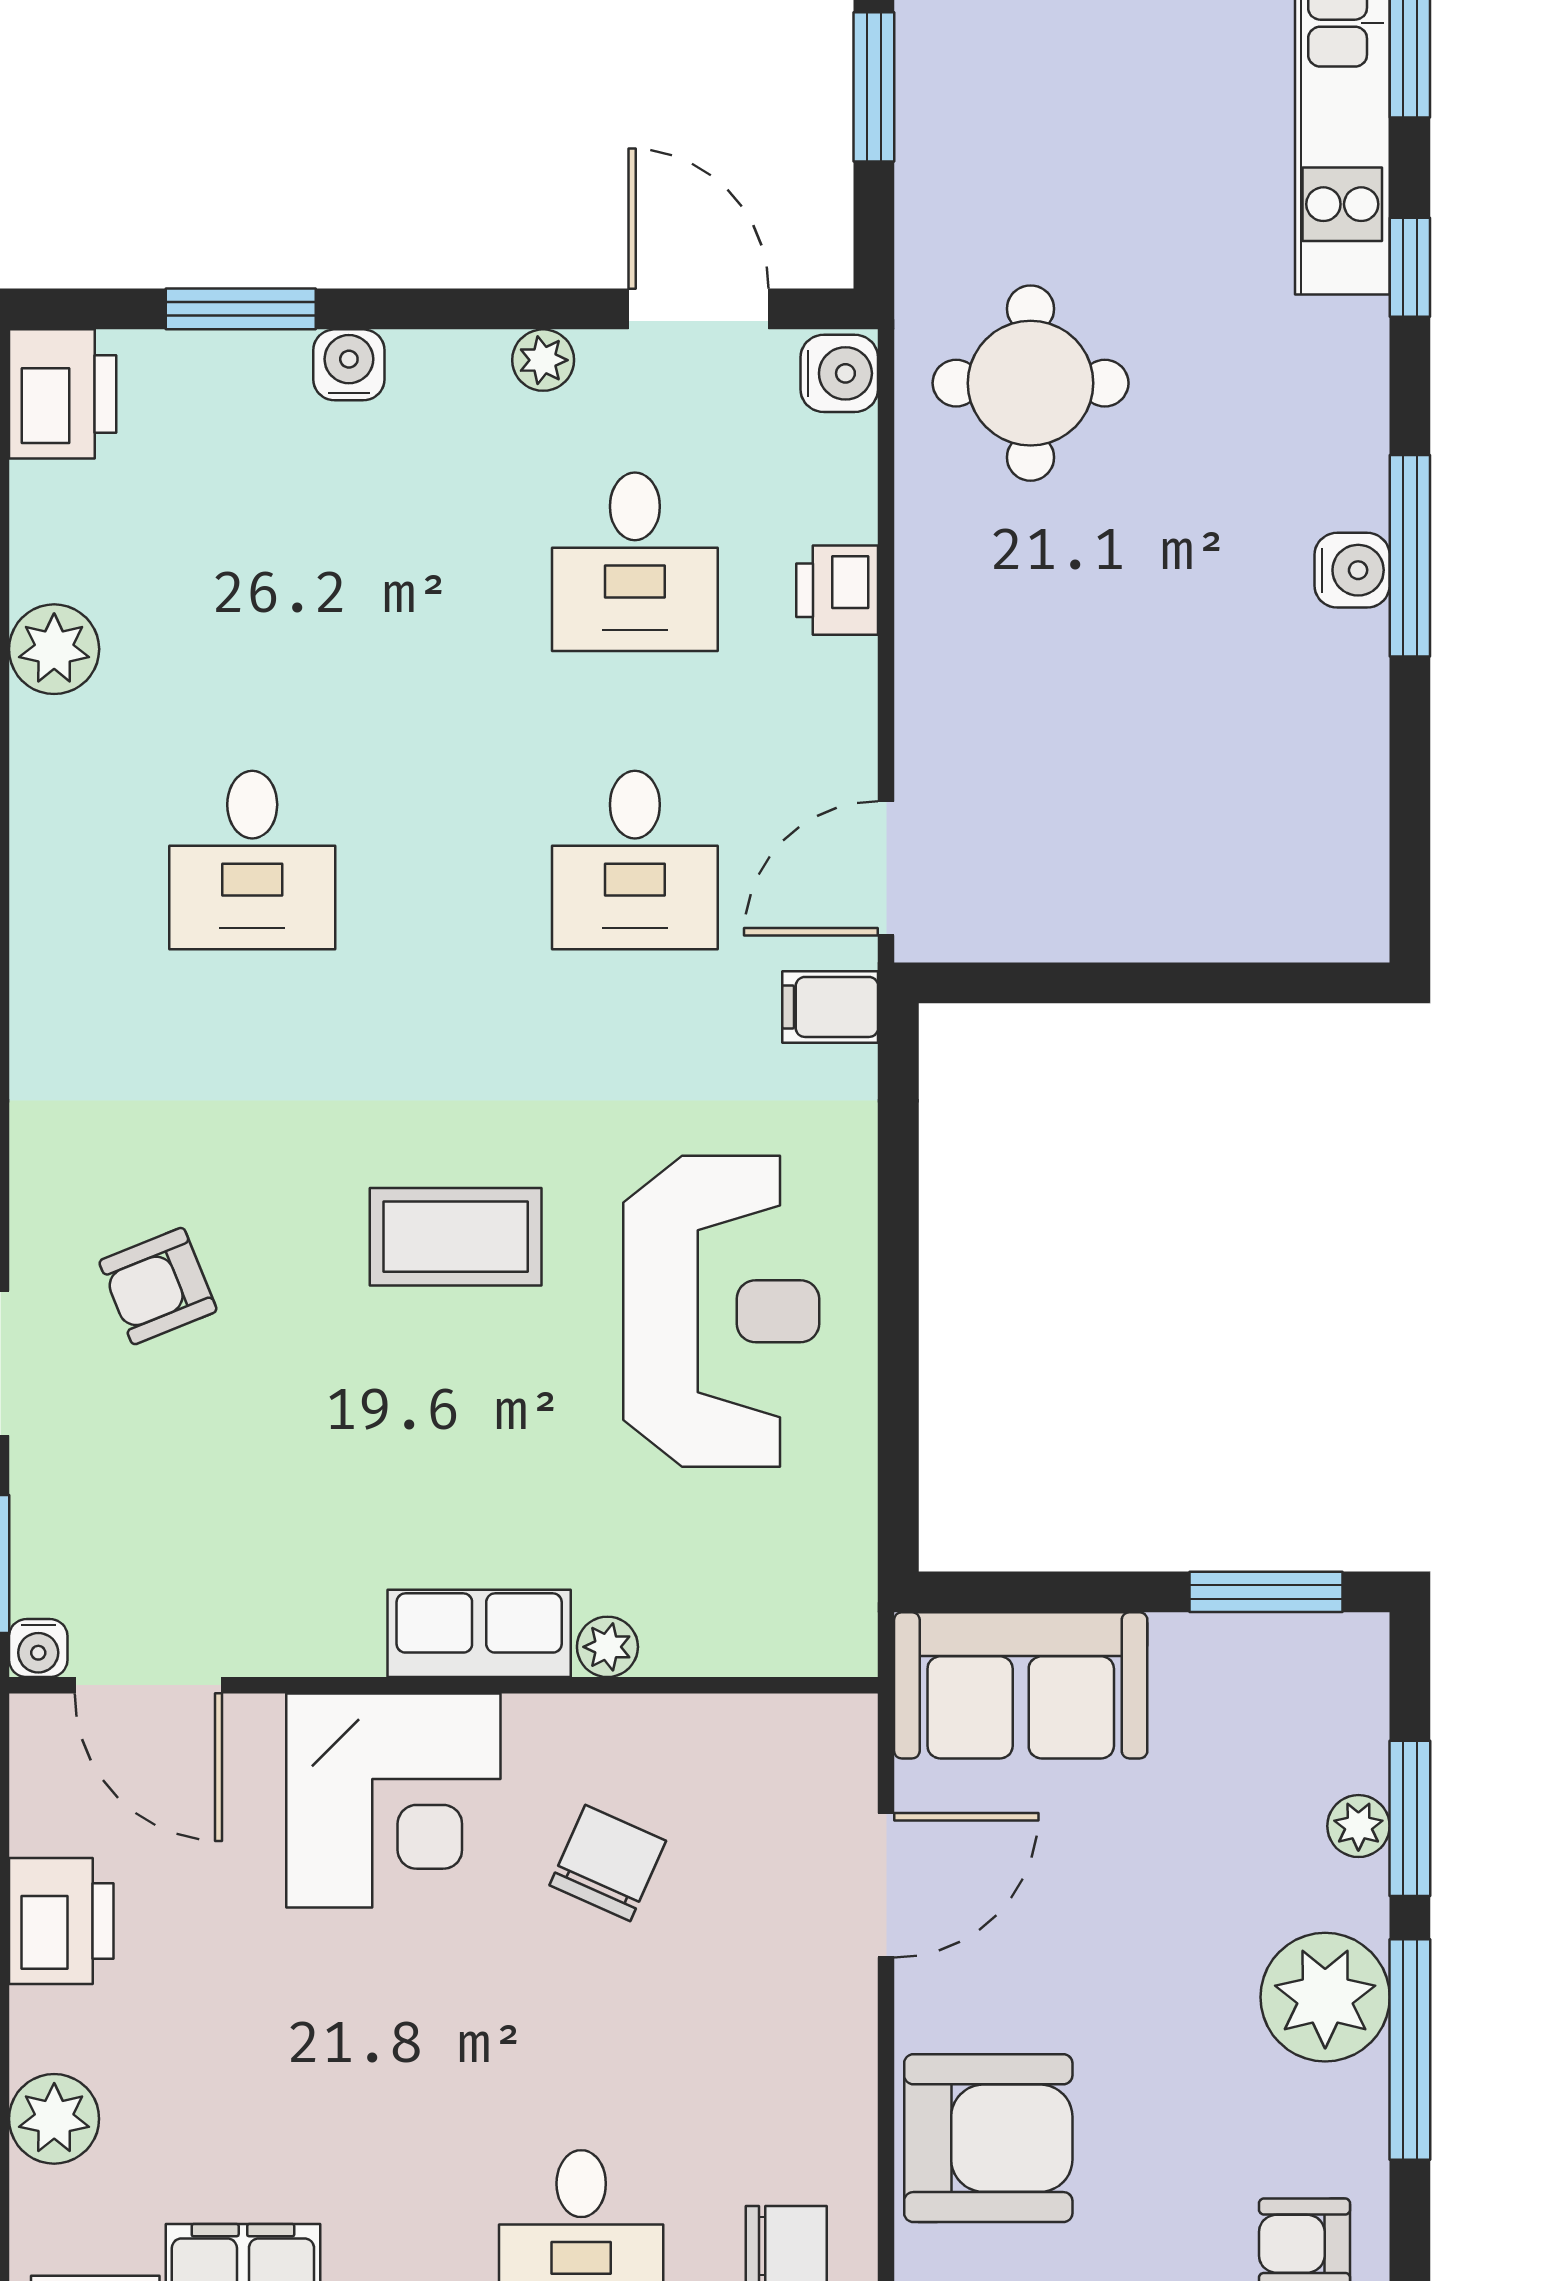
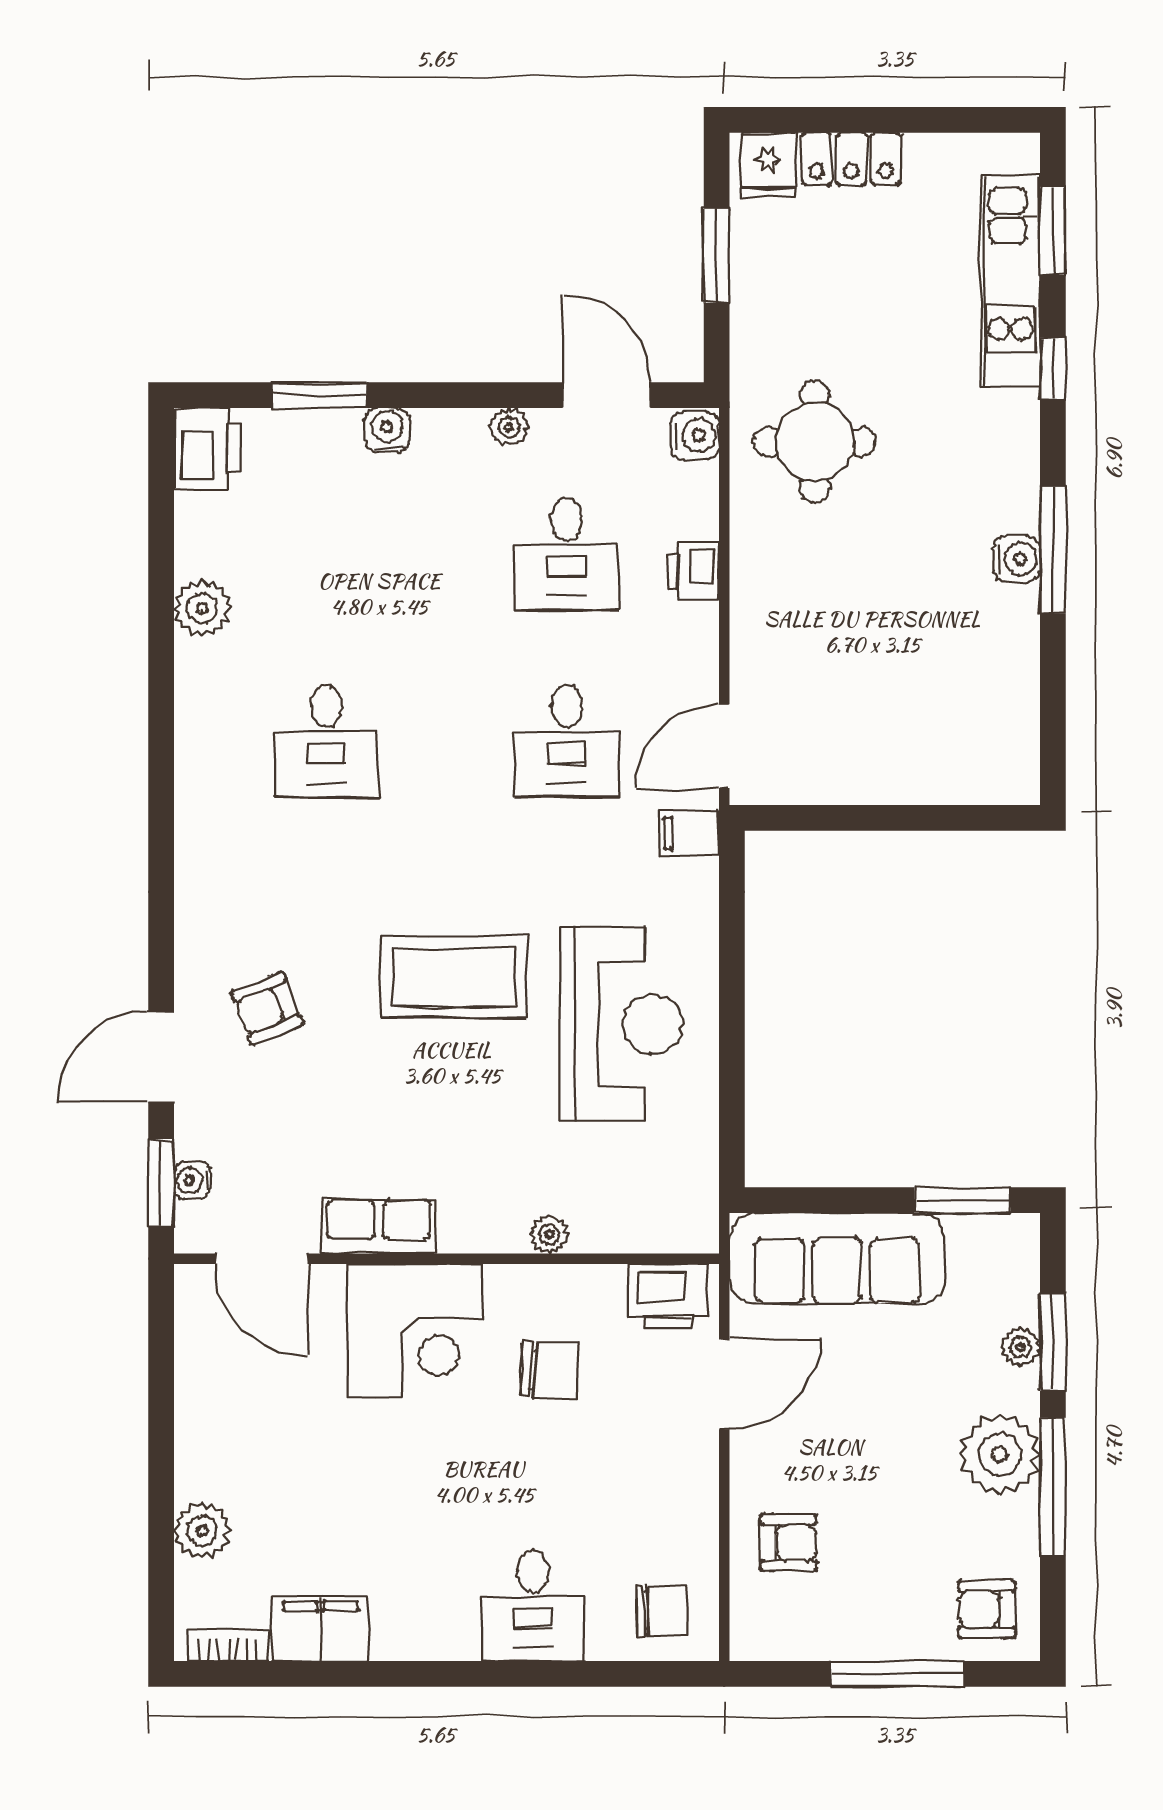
coffee table: (456, 1237) -> (454, 977), width x1.36, depth x1.32
row of seats: (479, 1633) -> (379, 1226), moved
water cooler: (38, 1648) -> (192, 1180), moved, turned 90
sofa: (1021, 1685) -> (837, 1259), width x1.36
chair: (608, 1863) -> (550, 1370), turned 69
printer: (61, 1921) -> (668, 1297), moved, turned 90
armchair: (988, 2138) -> (788, 1543), width x0.53, depth x0.53

